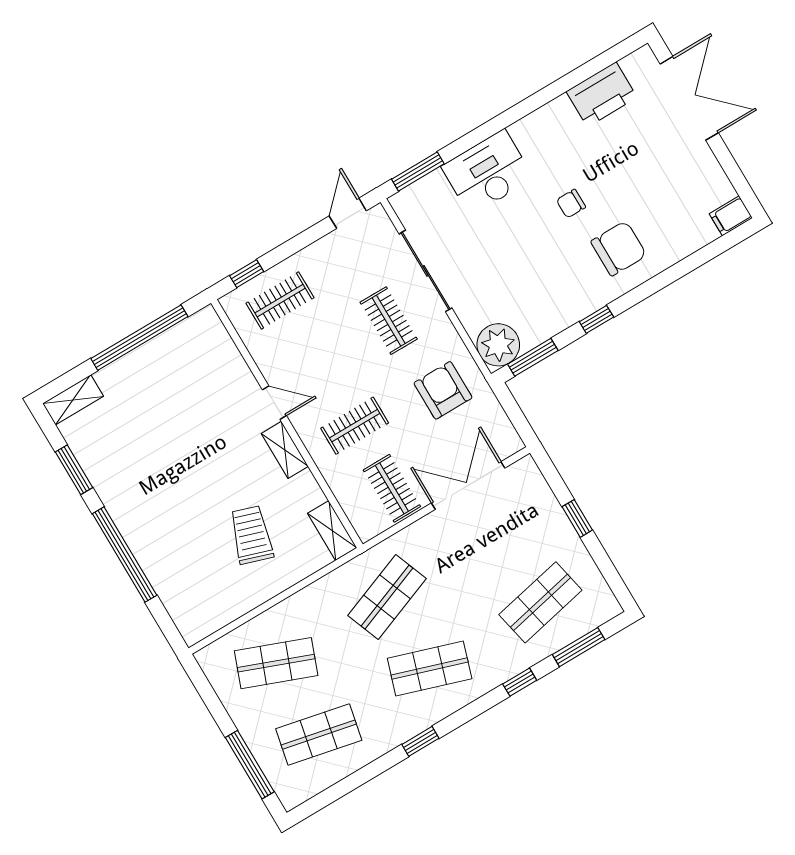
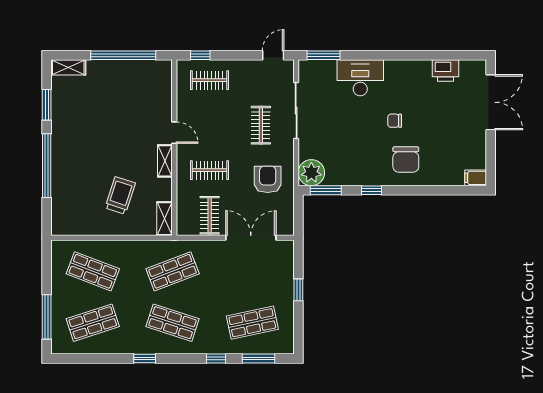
printer: (602, 94) -> (445, 70), width x0.73, depth x0.84
chair: (619, 248) -> (406, 160), turned 90
shop shelf: (319, 735) -> (93, 323), turned -30

